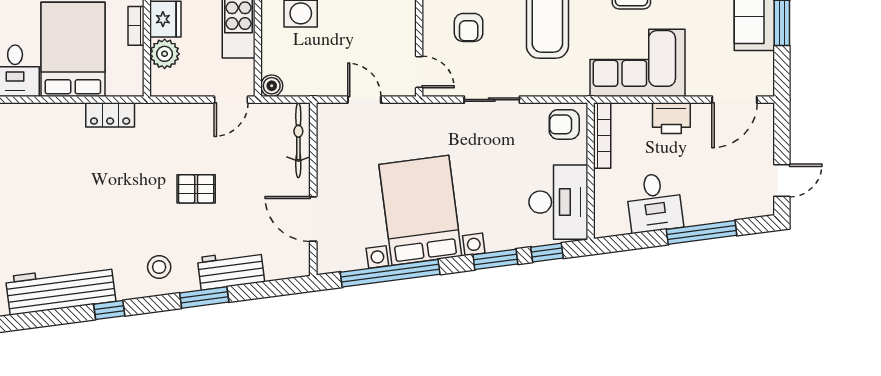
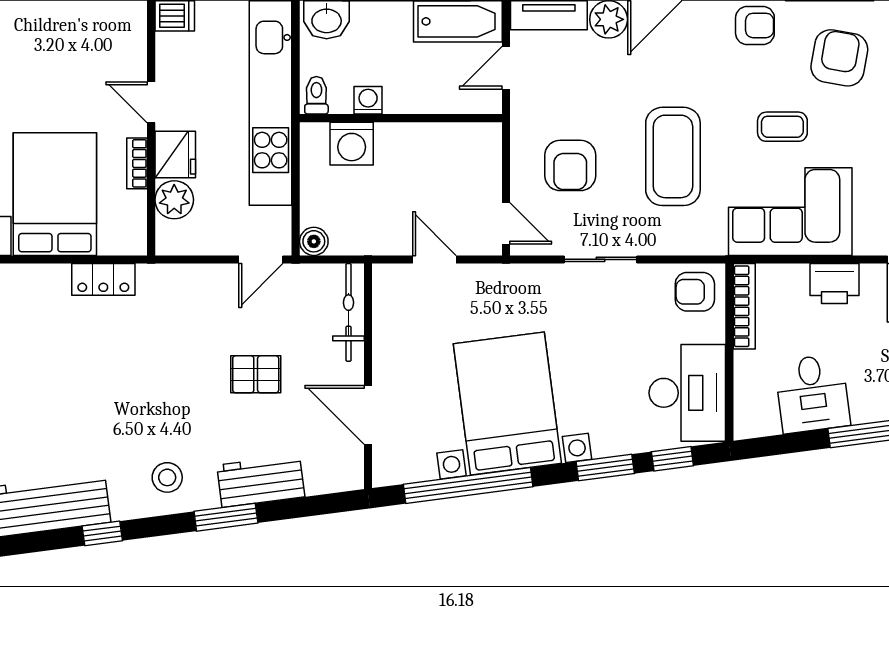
armchair: (469, 27) -> (570, 165), width x1.38, depth x1.38
pallet: (196, 189) -> (256, 374), moved

